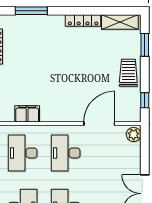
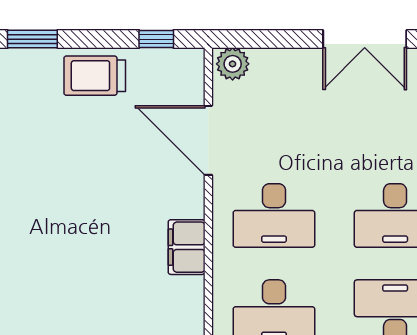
filing cabinet: (27, 114) -> (187, 247), moved

